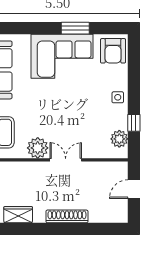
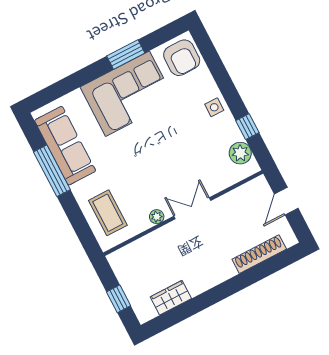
plant: (38, 148) -> (157, 217), width x0.53, depth x0.53
shoe rack: (67, 216) -> (259, 254), moved

